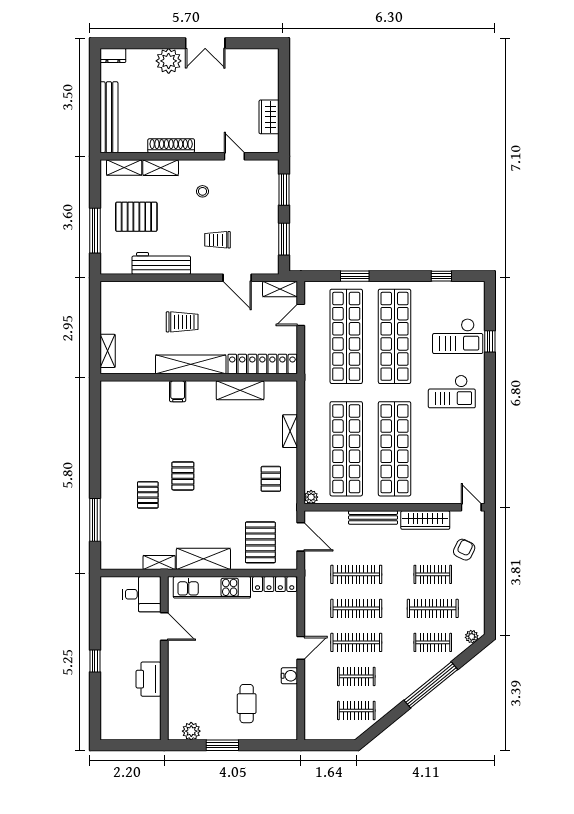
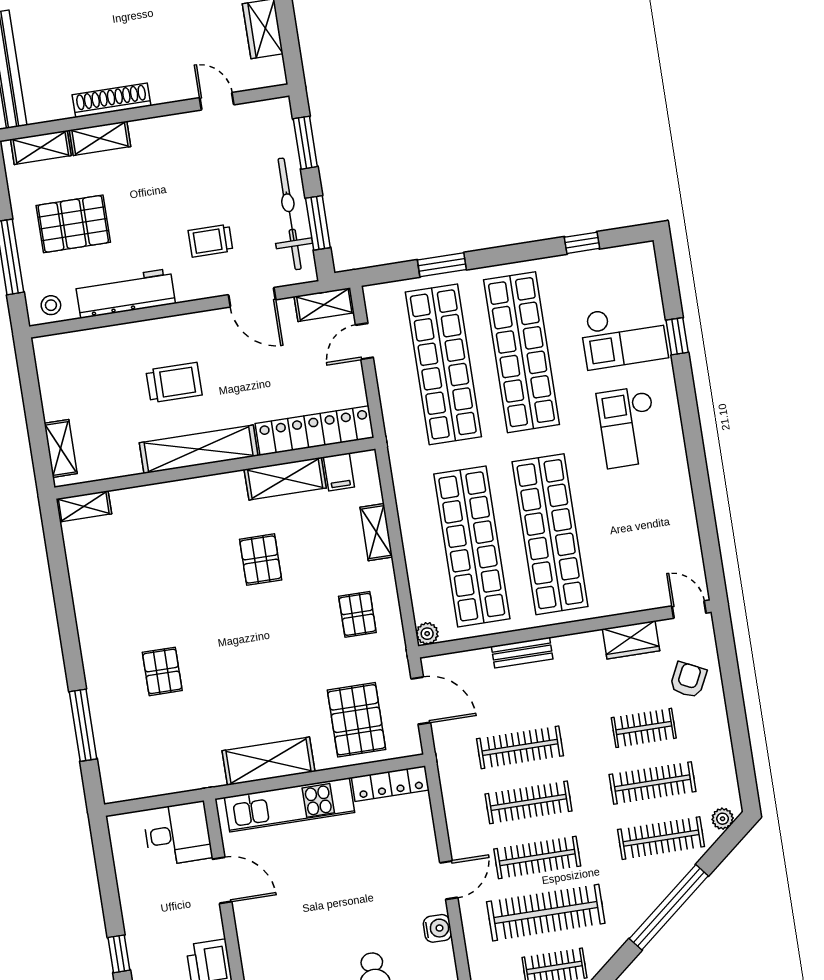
stool: (202, 191) -> (51, 305), moved
bicycle: (268, 231) -> (290, 214), added
filing cabinet: (178, 391) -> (339, 472), moved
checkout: (452, 392) -> (628, 427), turned 90
pallet: (183, 476) -> (261, 560), moved
bench: (373, 518) -> (522, 653), width x0.73
wardrobe: (425, 520) -> (631, 640), width x0.67
shelving: (159, 563) -> (84, 506), moved
clothes rail: (433, 642) -> (661, 838), width x1.36
clothes rail: (356, 676) -> (546, 913), width x1.86, depth x1.31

